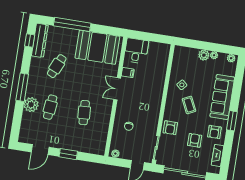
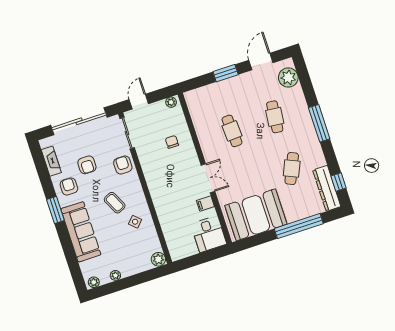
plant: (204, 55) -> (158, 259), moved
plant: (31, 105) -> (288, 77), moved

